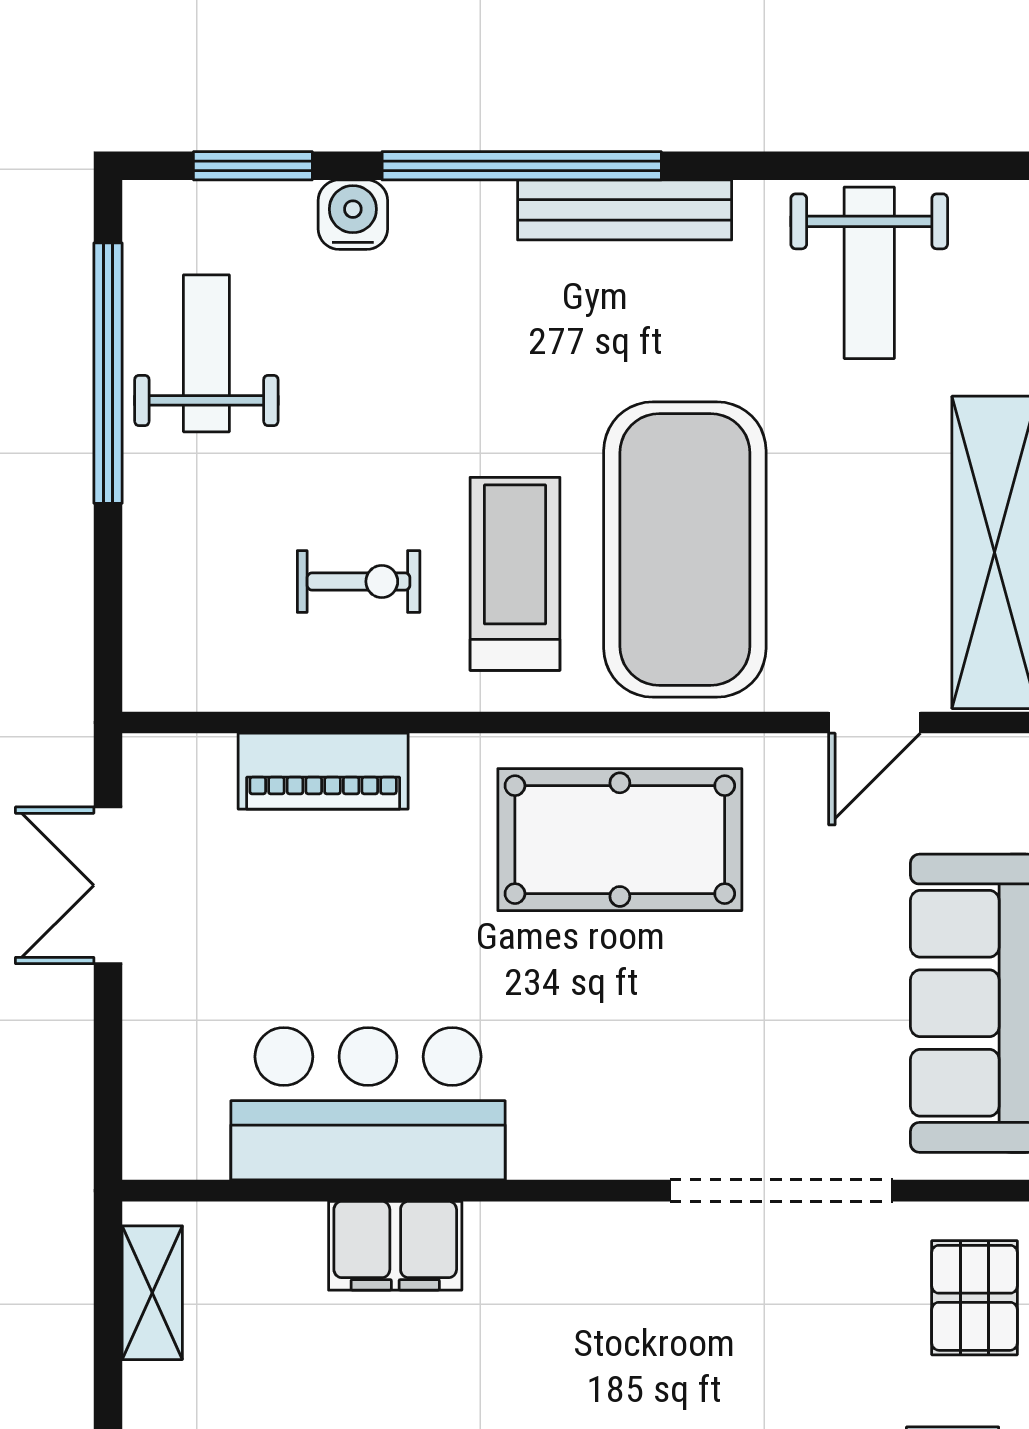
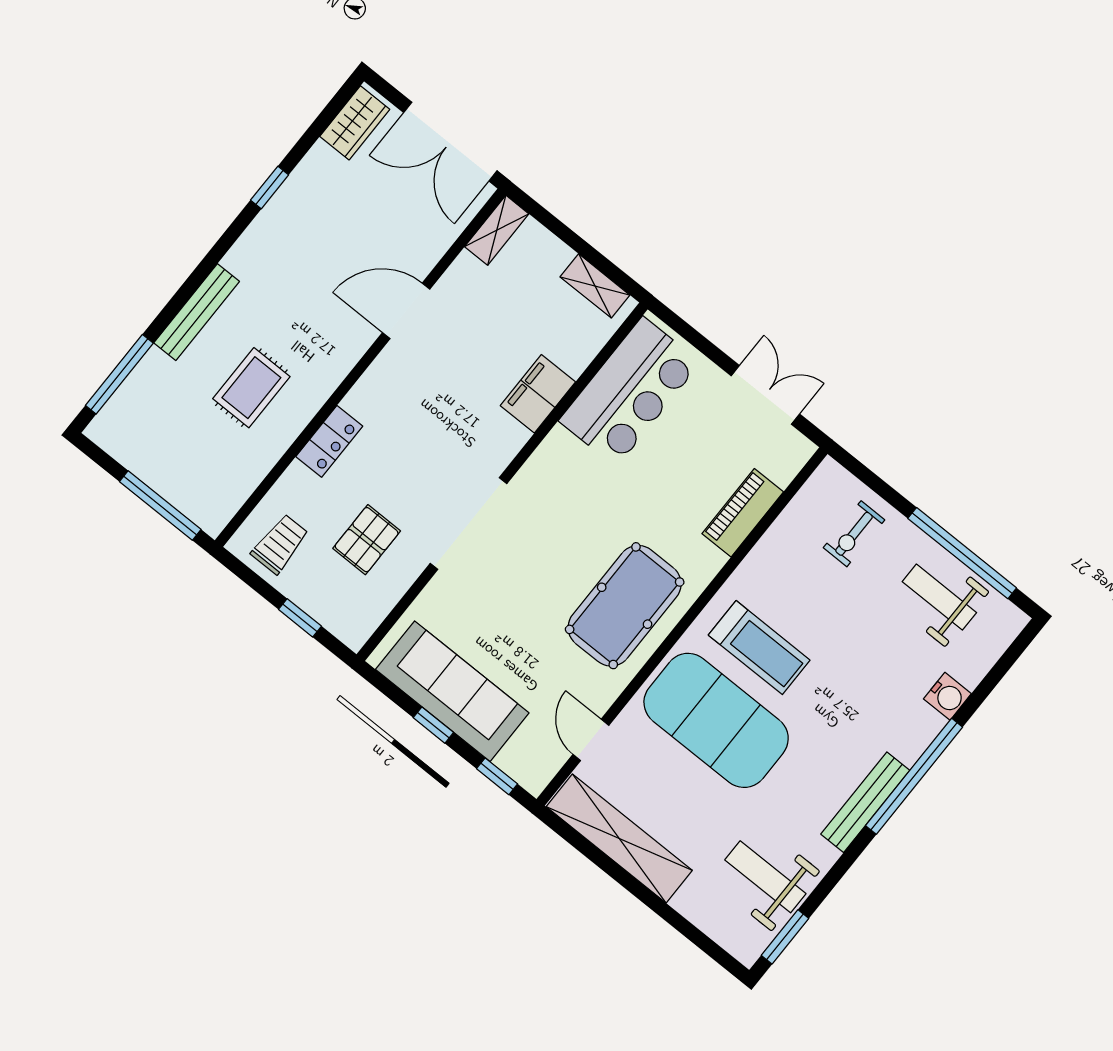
window: (253, 166) -> (785, 937), moved
weight bench: (206, 353) -> (939, 597), turned 180
exercise bike: (359, 581) -> (854, 534), moved
bar counter: (368, 1104) -> (630, 392), moved
doorway: (781, 1191) -> (469, 524), moved
pallet: (975, 1298) -> (367, 540), moved, turned 90

